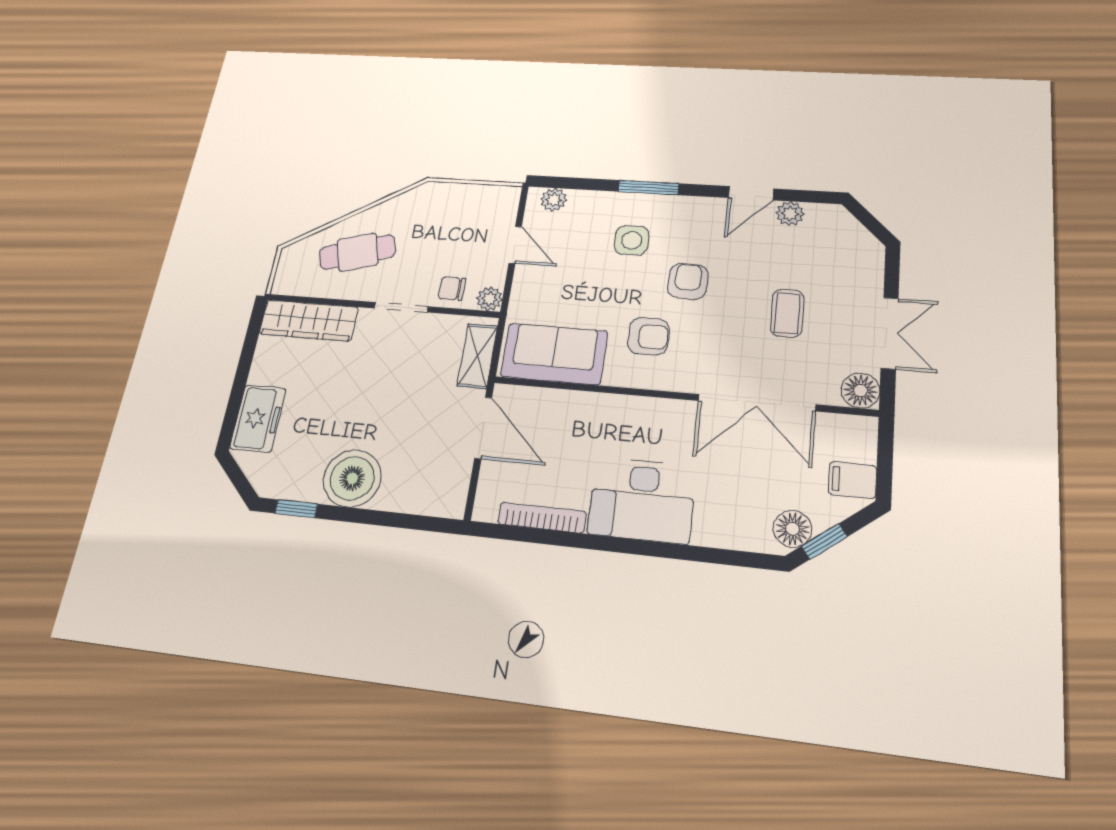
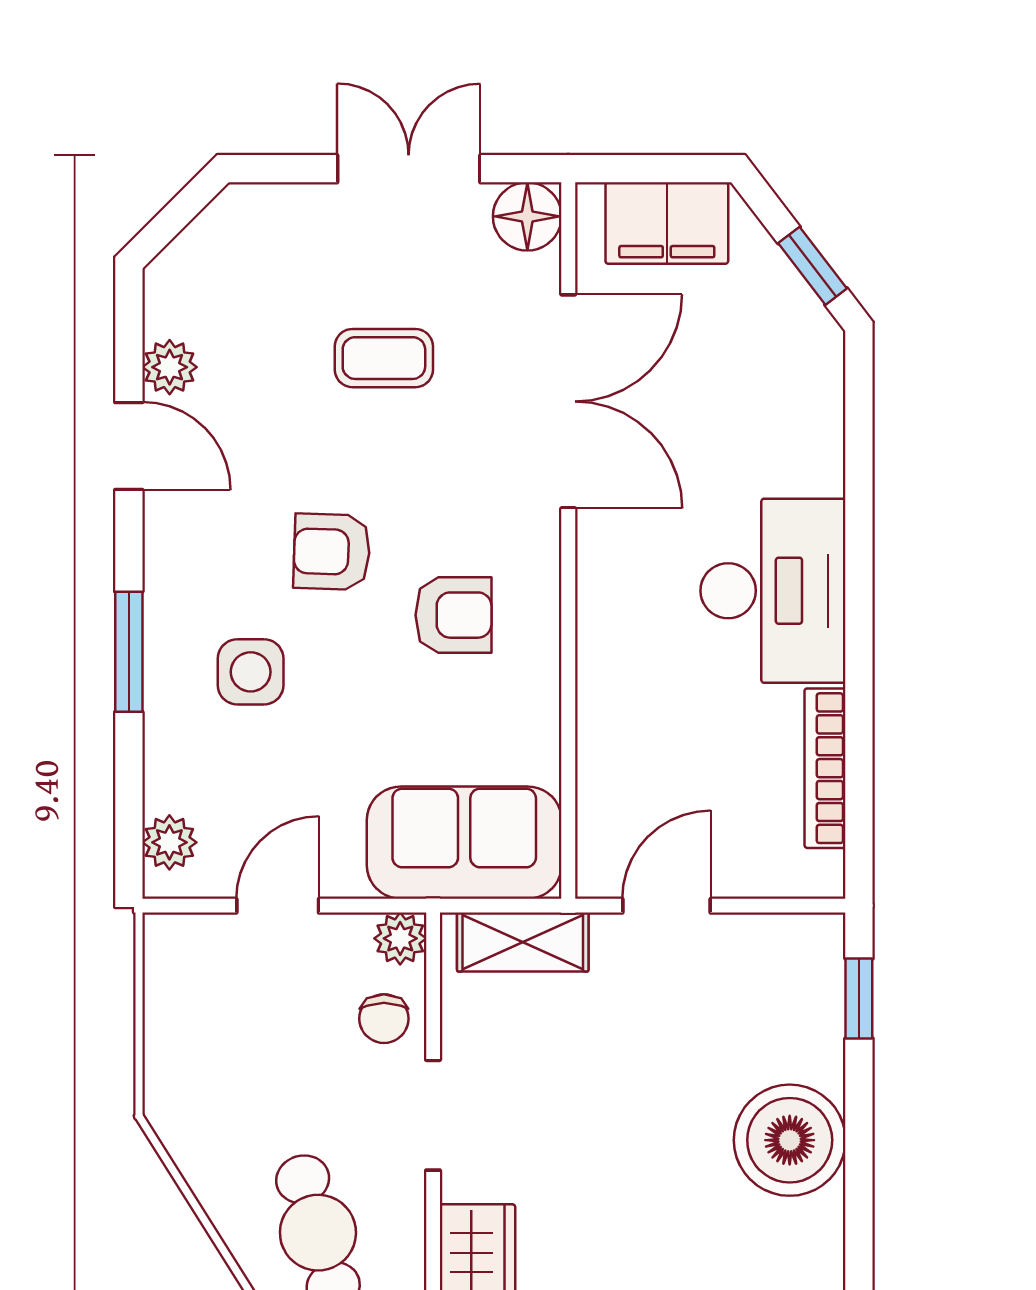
armchair: (649, 336) -> (453, 615), turned 90
sofa: (554, 354) -> (464, 843), moved, turned 90
door: (483, 428) -> (666, 906), width x0.73
filing cabinet: (852, 480) -> (667, 223), width x2.00
window: (296, 509) -> (859, 999), moved
floor lamp: (793, 529) -> (796, 321), removed

